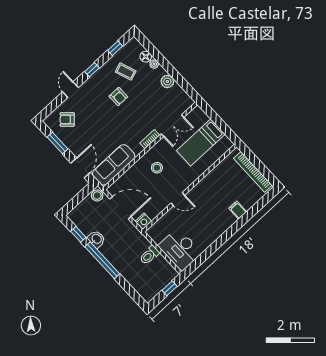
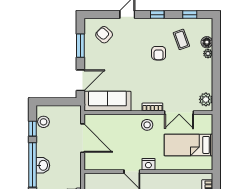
plant: (167, 81) -> (206, 99), moved
stool: (157, 168) -> (147, 125), moved
stool: (97, 196) -> (43, 122), moved
nightstand: (143, 221) -> (148, 164), moved
washbasin: (96, 239) -> (43, 165), moved

